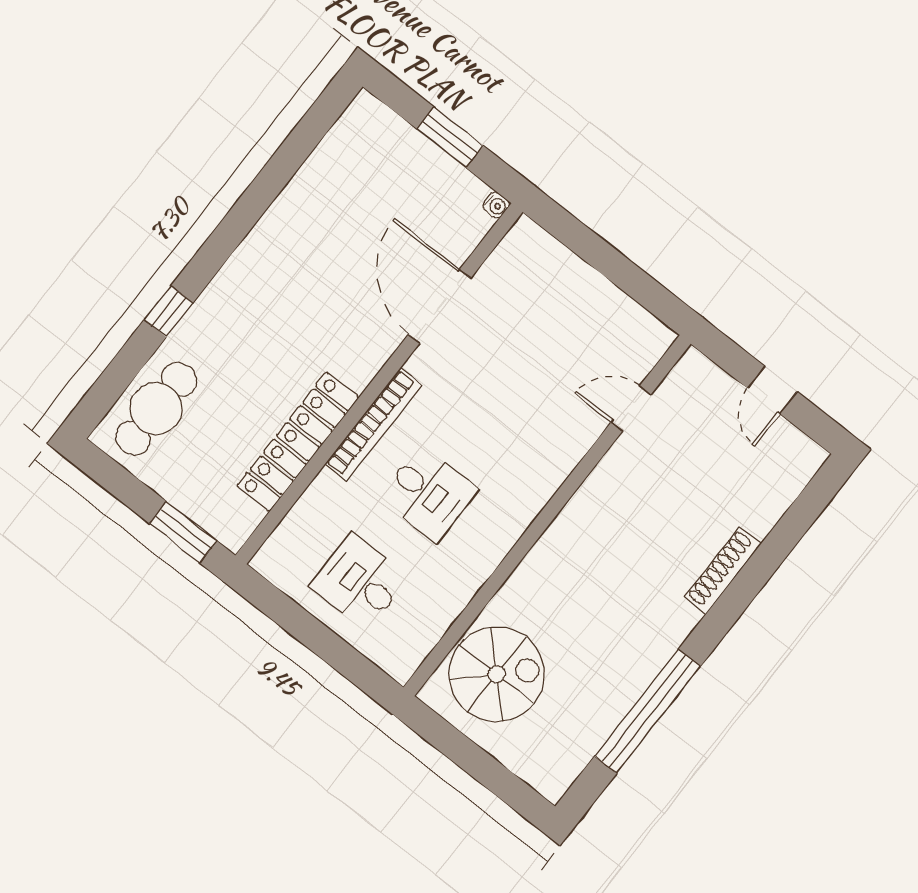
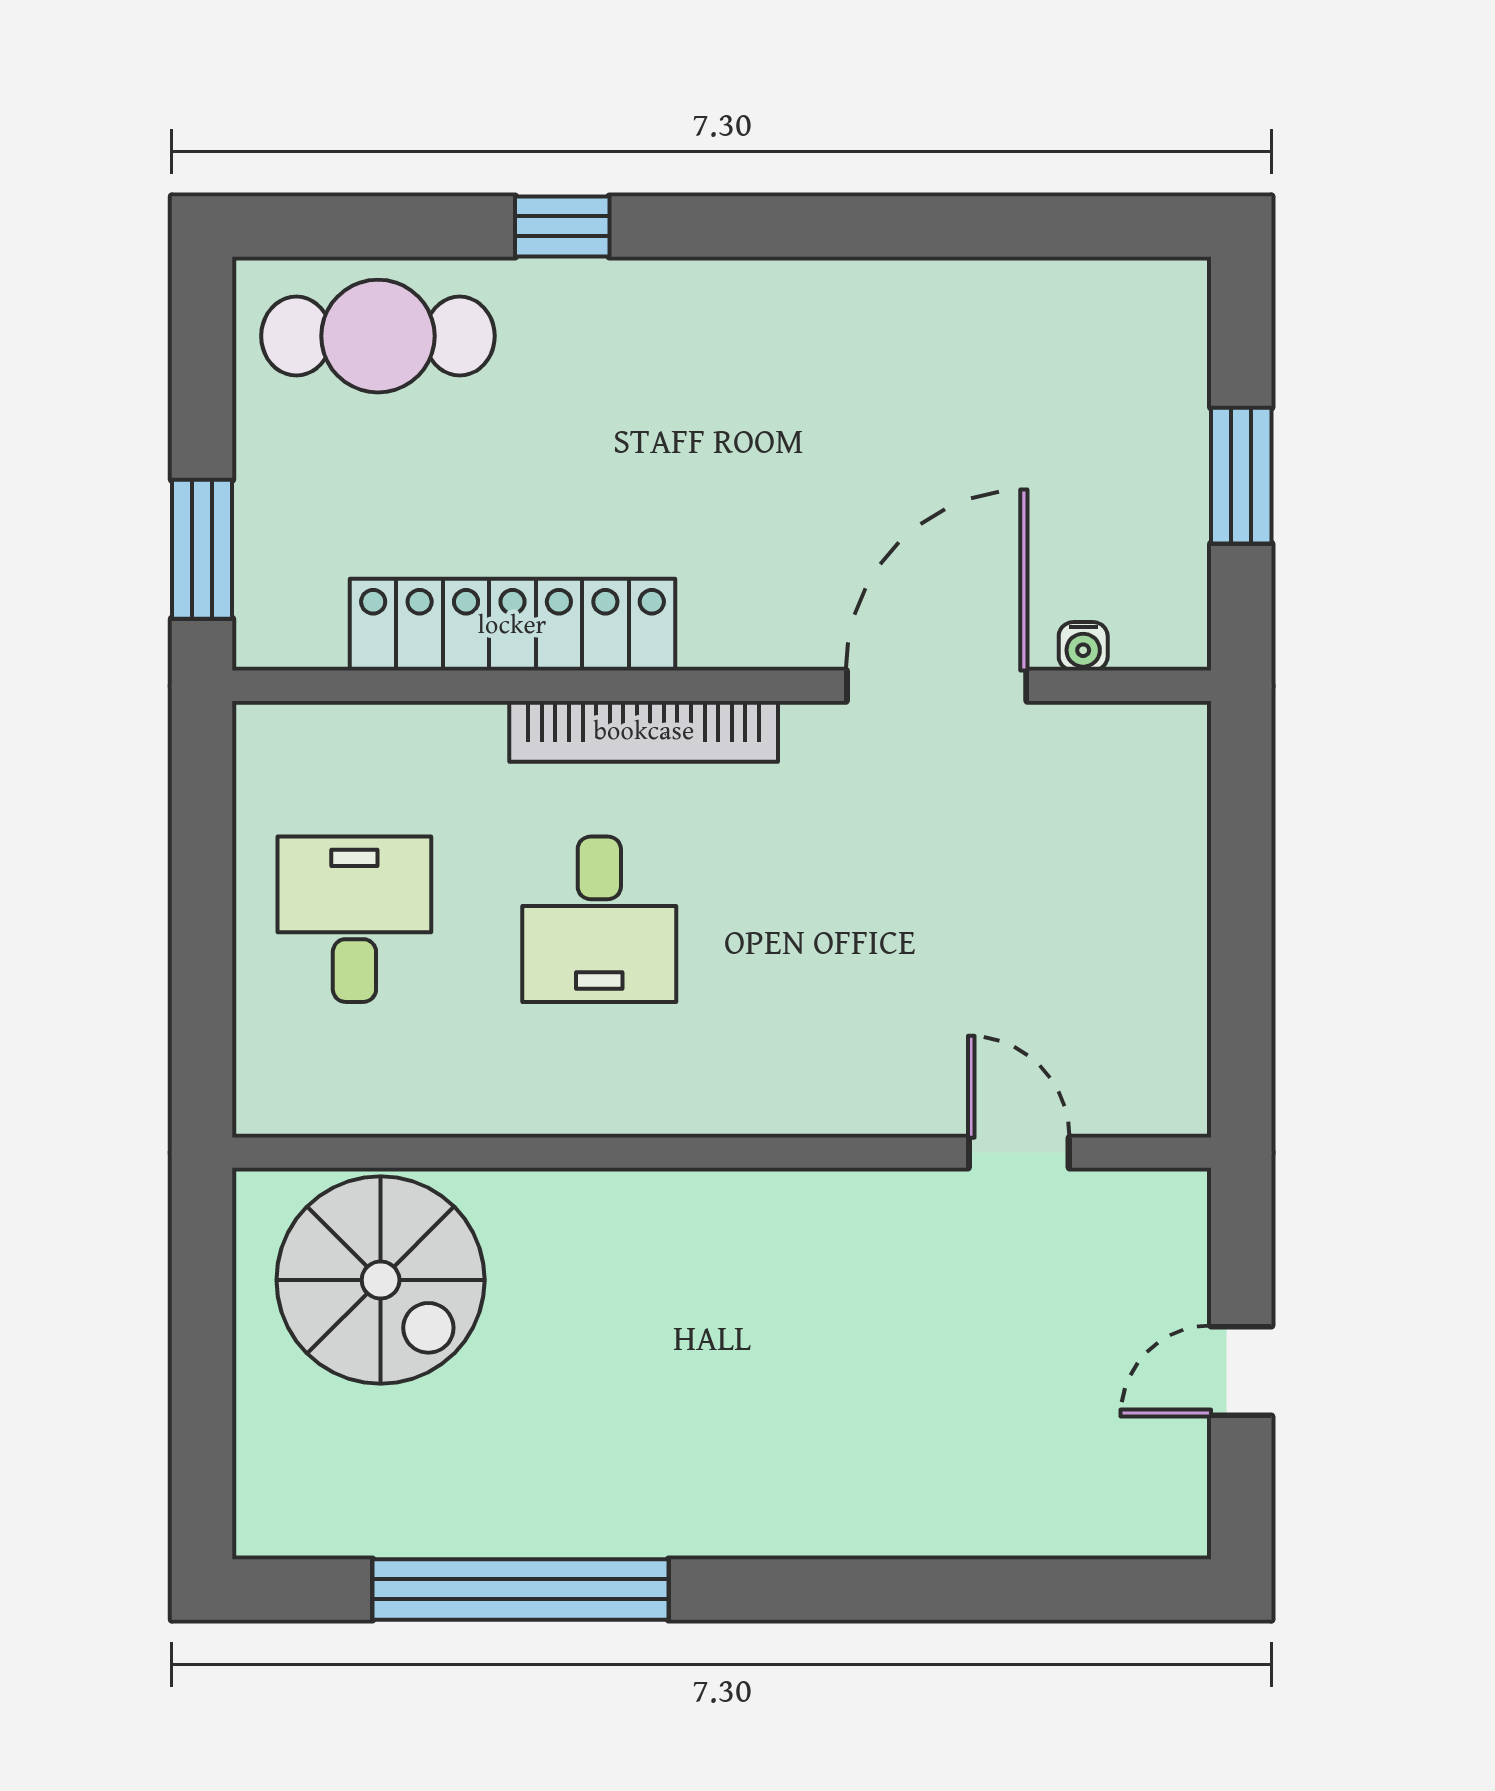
water cooler: (496, 205) -> (1083, 646), moved
shoe rack: (723, 570) -> (864, 1529), removed

